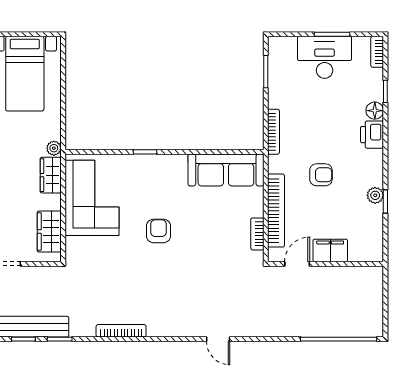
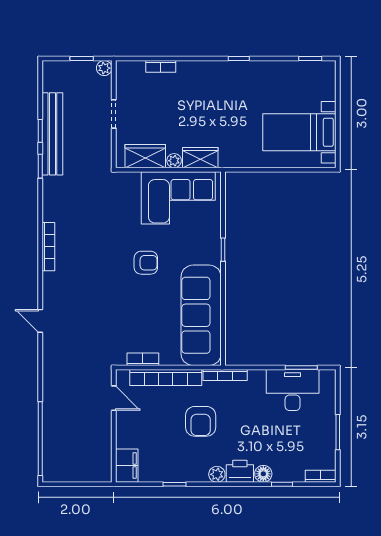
desk: (325, 57) -> (293, 390), moved, turned -90
bookcase: (273, 132) -> (225, 375), moved
plant: (54, 148) -> (174, 161), moved
sofa: (226, 170) -> (201, 315), width x1.36, depth x1.27
armchair: (321, 175) -> (201, 421), width x1.38, depth x1.38
plant: (375, 195) -> (217, 474), moved
filing cabinet: (330, 250) -> (127, 466), moved
bookcase: (121, 331) -> (48, 247), moved
door: (218, 339) -> (40, 321), hinge flipped

